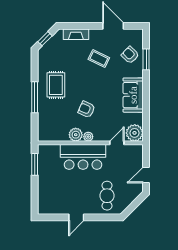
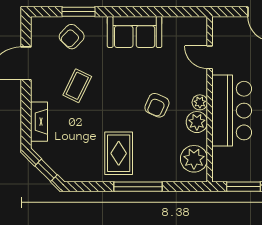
rug: (56, 85) -> (119, 153), turned 90
plant: (135, 133) -> (194, 159), moved

